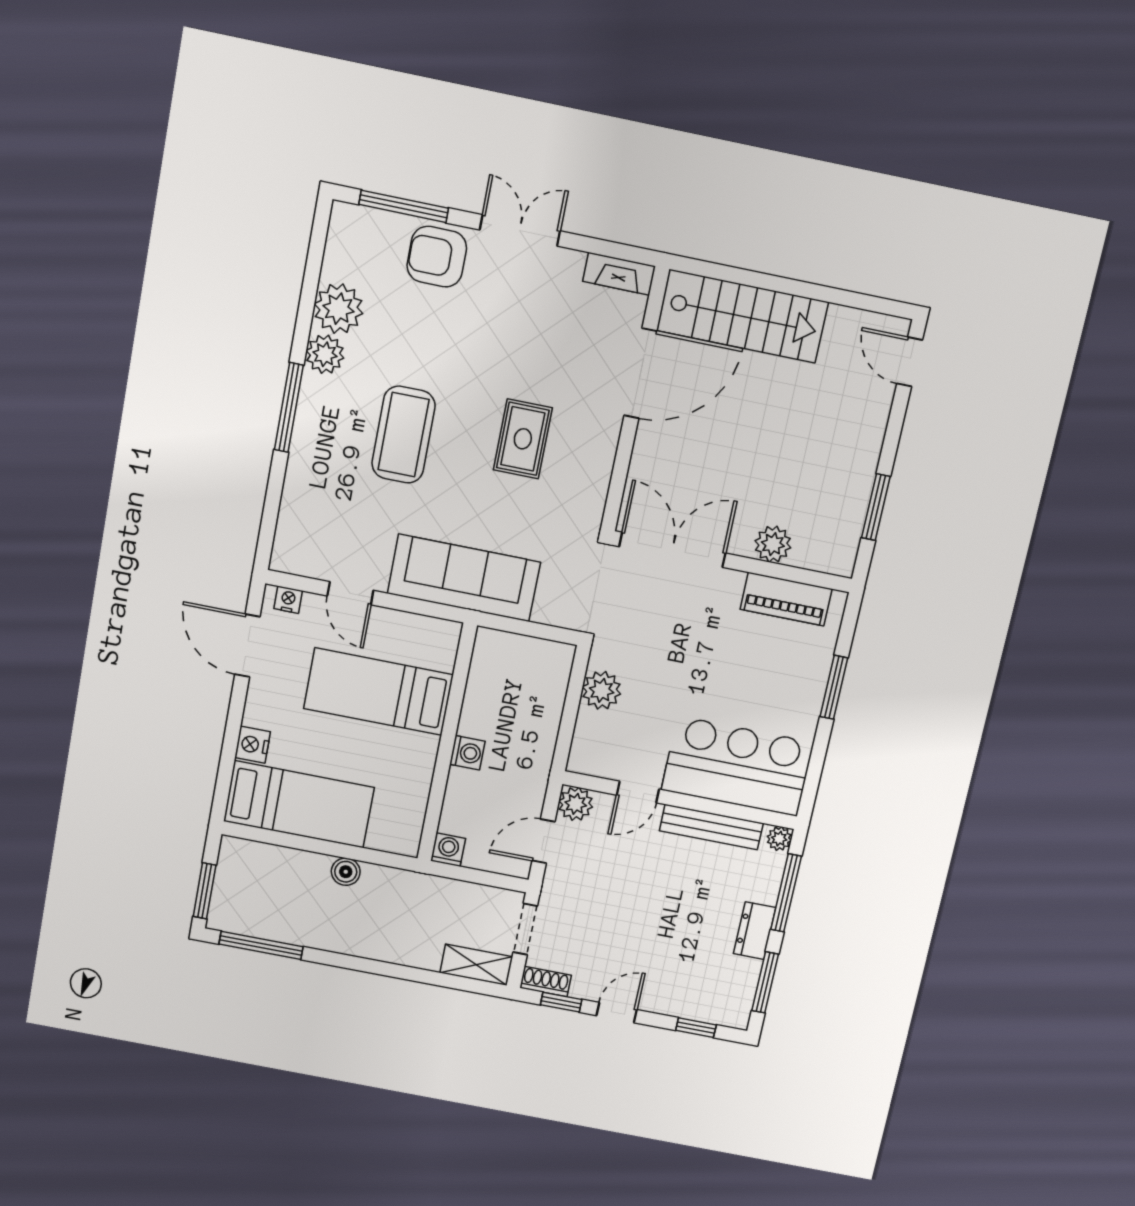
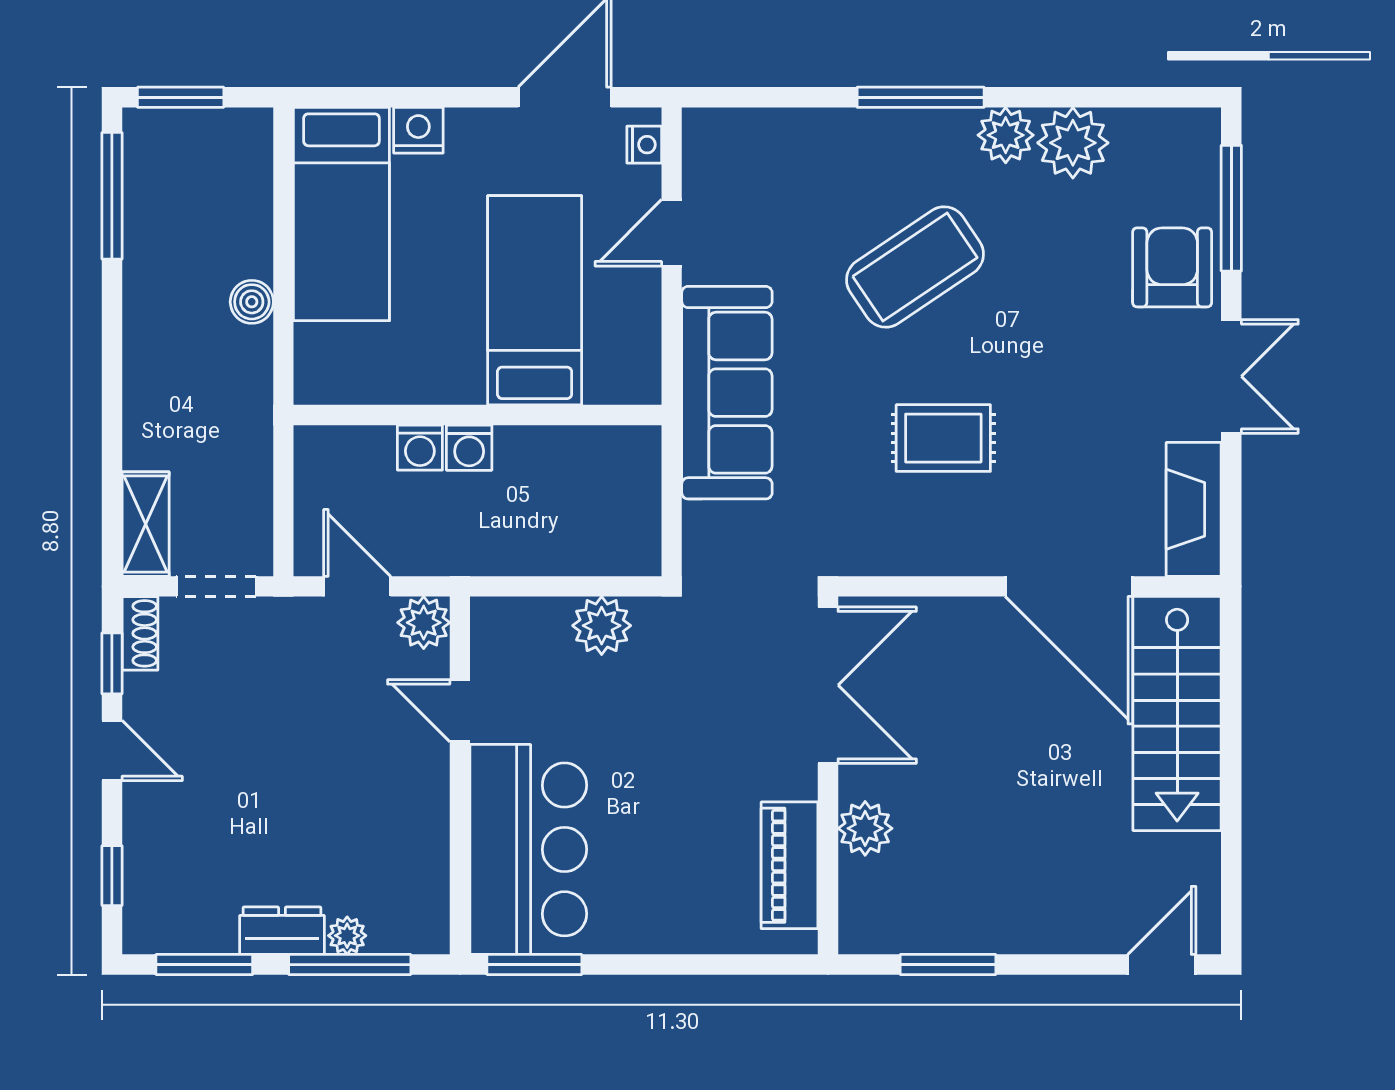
fireplace: (619, 274) -> (1194, 509), width x1.37, depth x1.32
coffee table: (403, 435) -> (915, 267), turned -34
window: (834, 687) -> (534, 965), moved
bench: (711, 827) -> (429, 831), removed
plant: (779, 839) -> (347, 936), moved
washing machine: (448, 850) -> (420, 448), moved, turned 90

